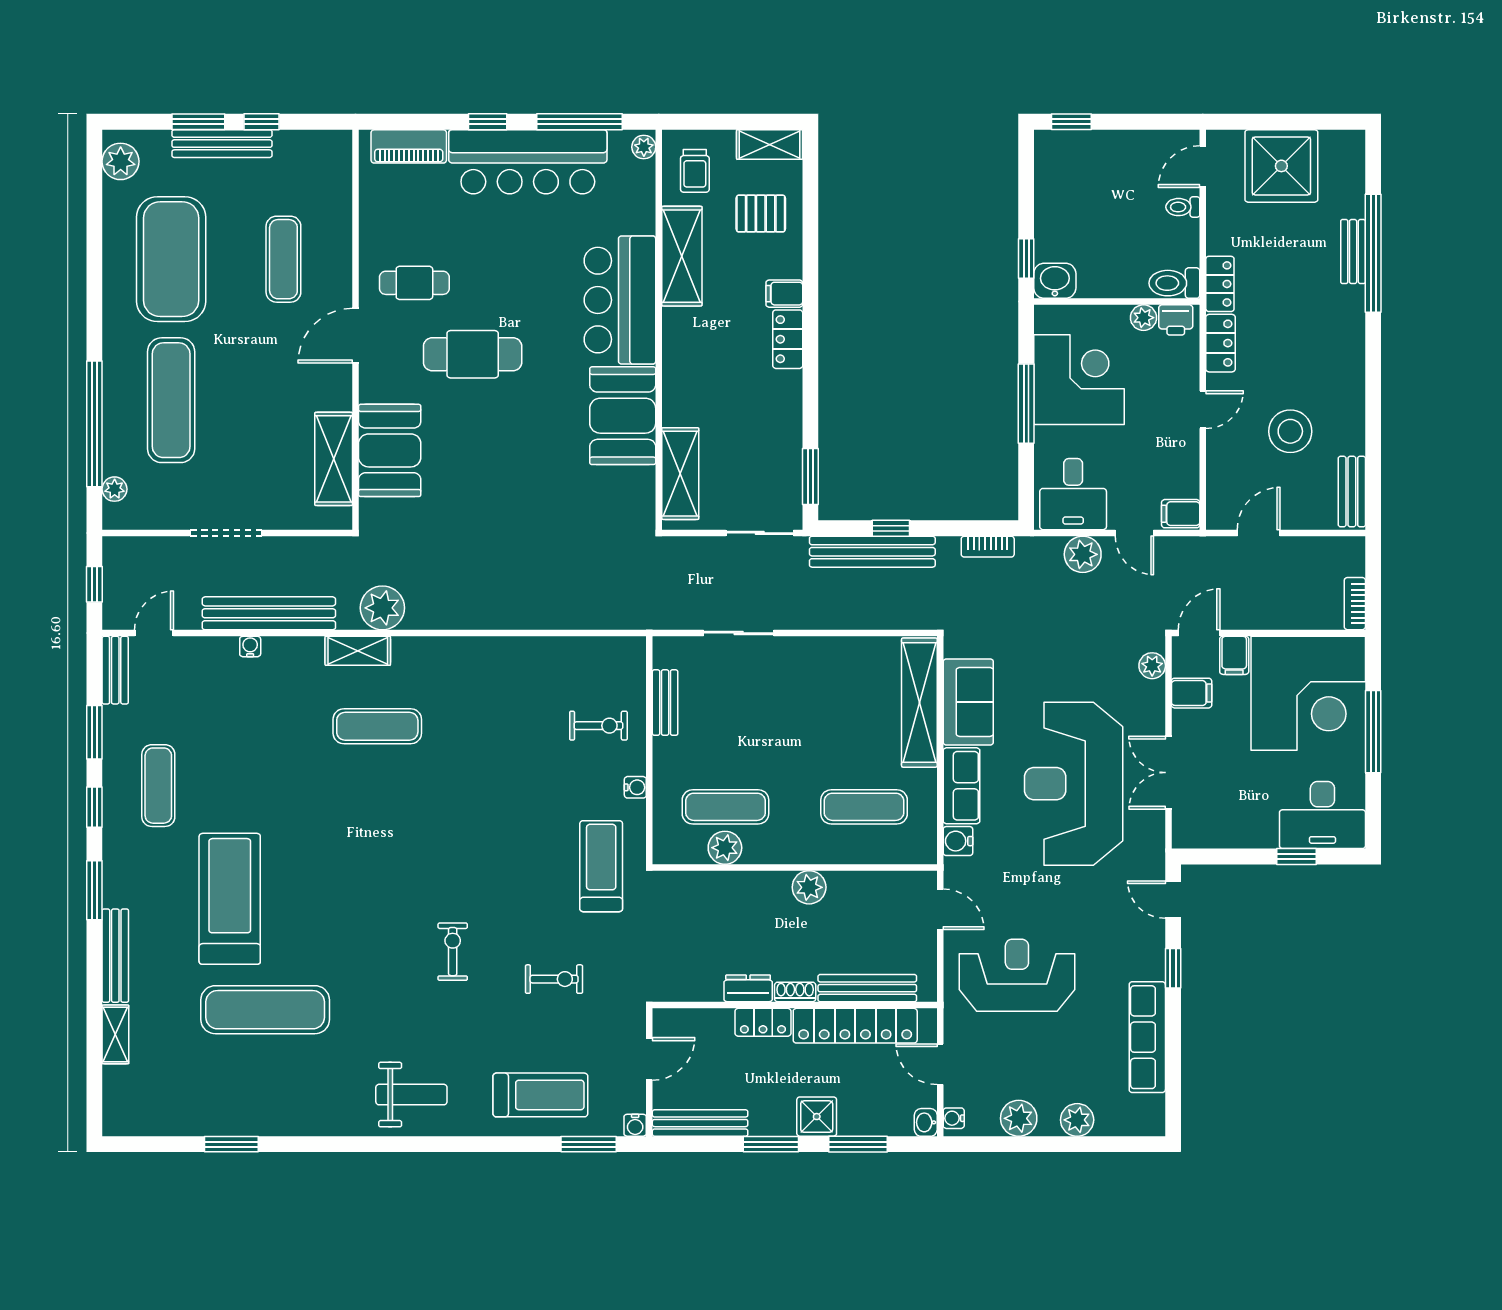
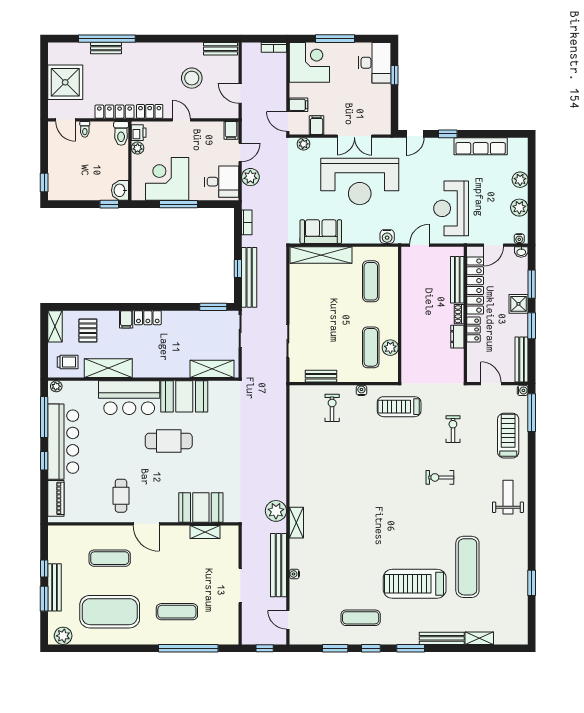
locker: (1220, 284) -> (115, 112), width x1.53
cafe table: (473, 354) -> (169, 441), moved, turned 90
exercise mat: (171, 400) -> (177, 612), width x0.73, depth x0.69
shelving: (334, 459) -> (205, 532), width x0.67, depth x0.75
plant: (115, 489) -> (219, 639), removed
bench: (115, 670) -> (306, 638), removed
corner desk: (1308, 693) -> (309, 62), width x0.74, depth x0.74
exercise mat: (377, 726) -> (332, 513), removed
row of seats: (961, 786) -> (361, 235), removed
plant: (809, 887) -> (409, 308), removed
window: (589, 1144) -> (532, 413), width x1.44

